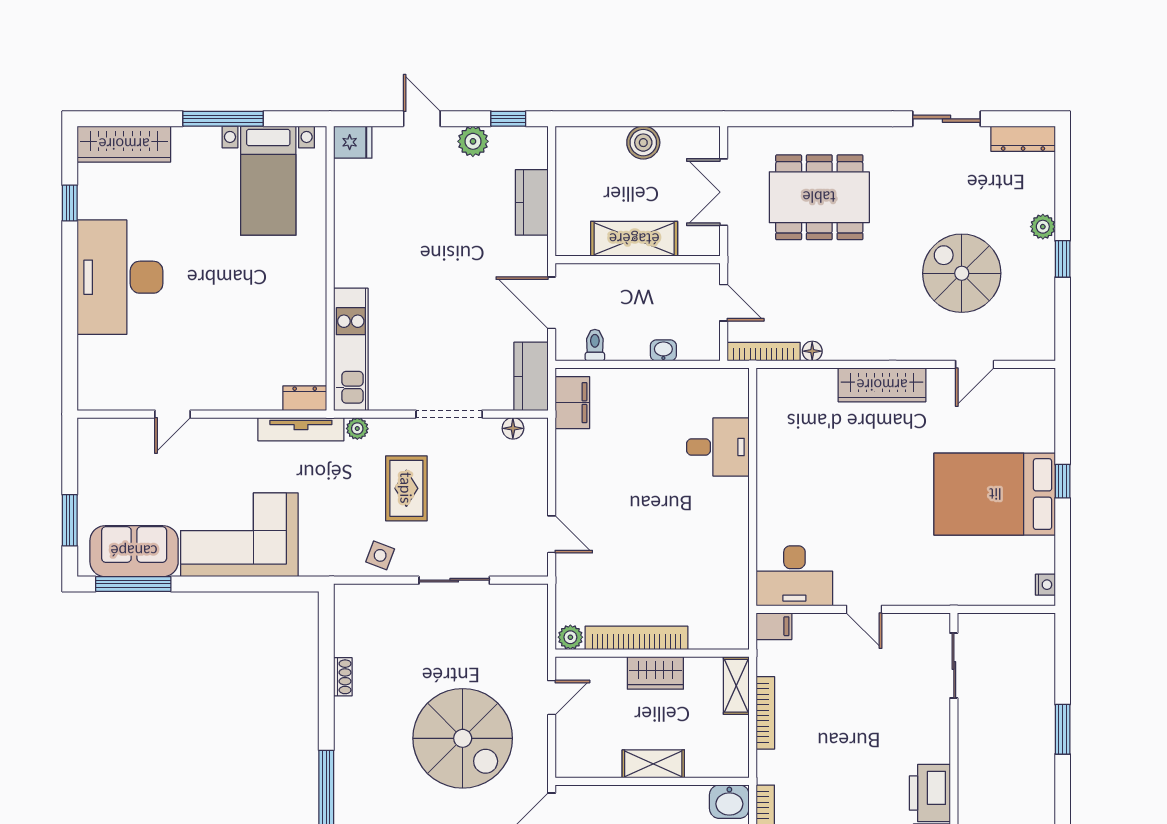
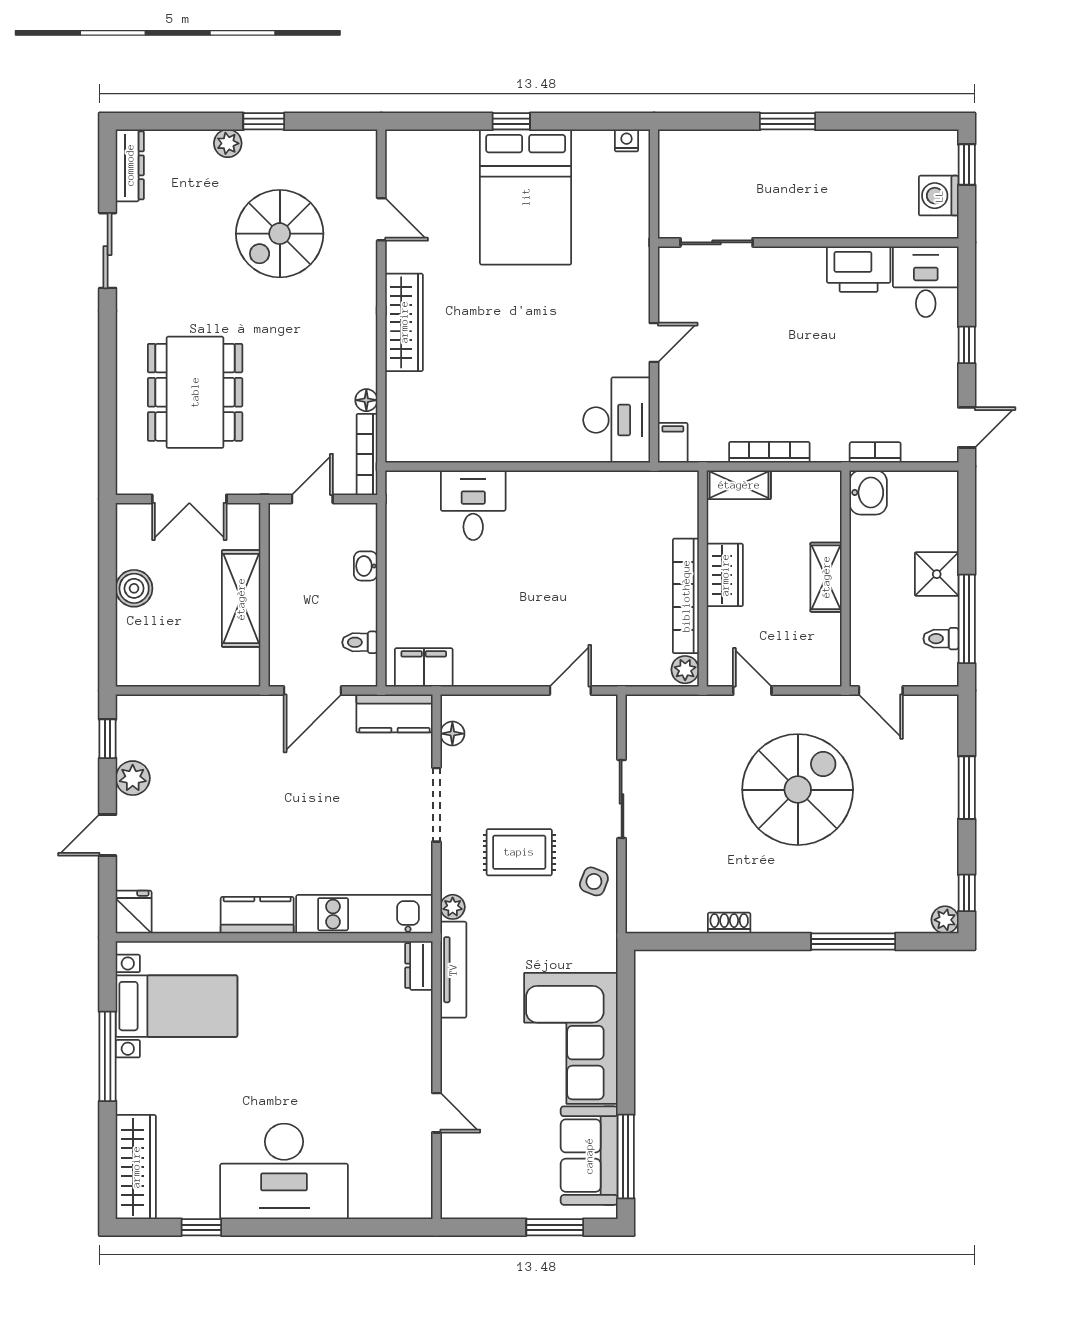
kitchen counter: (532, 202) -> (257, 915), moved, turned 180

